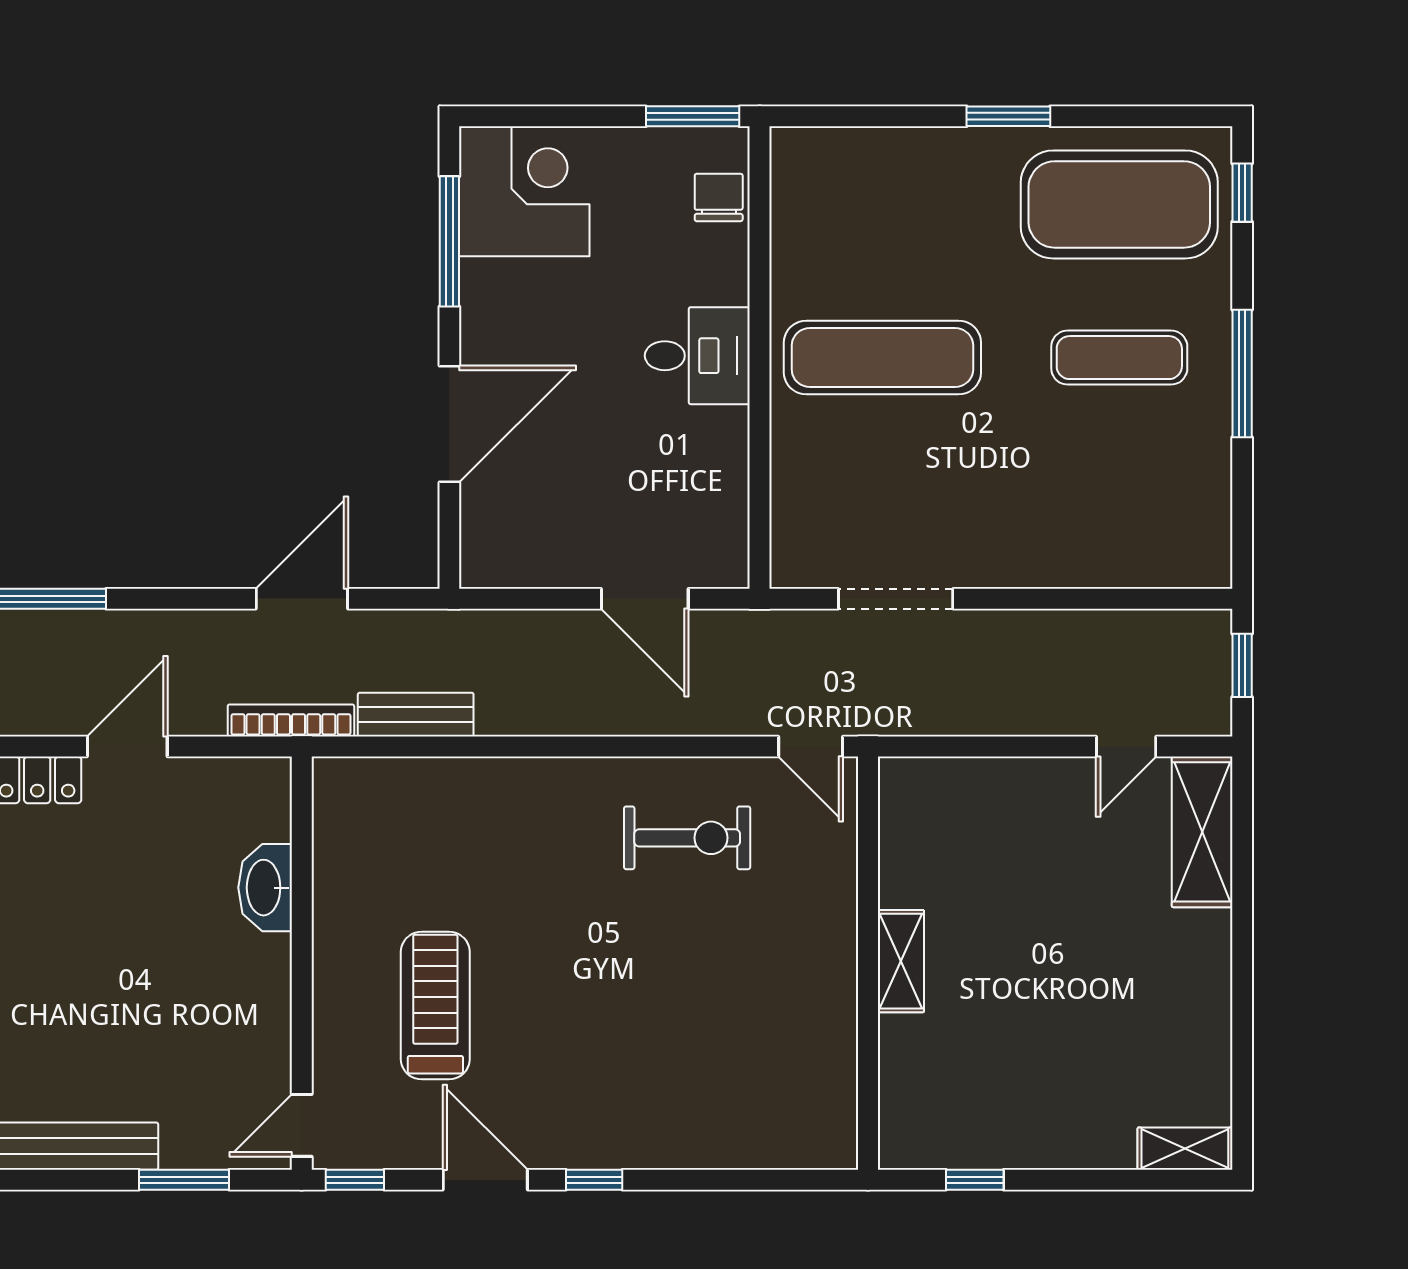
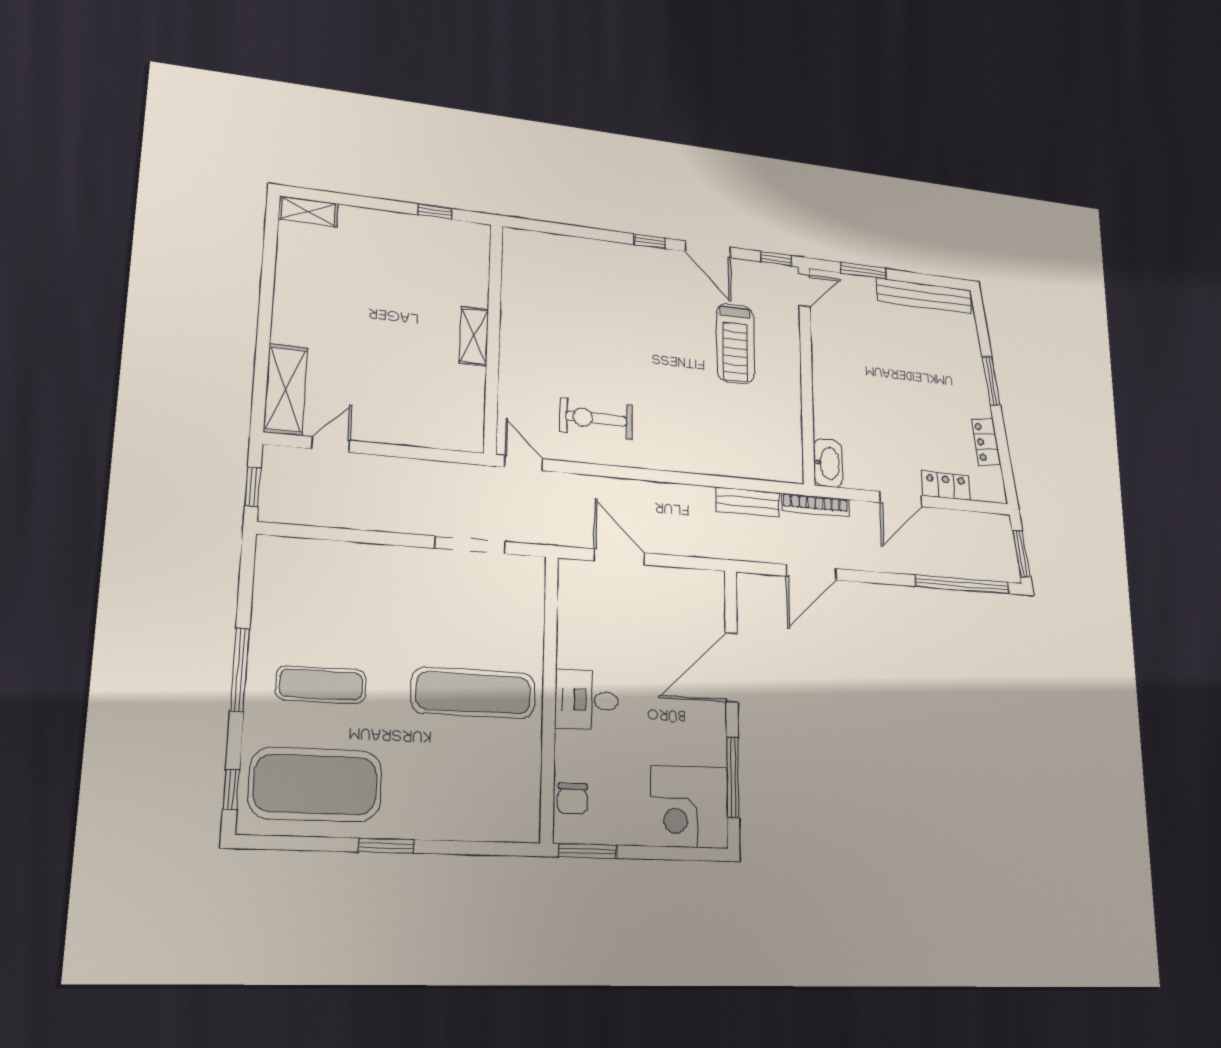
washbasin: (265, 888) -> (828, 463), moved

